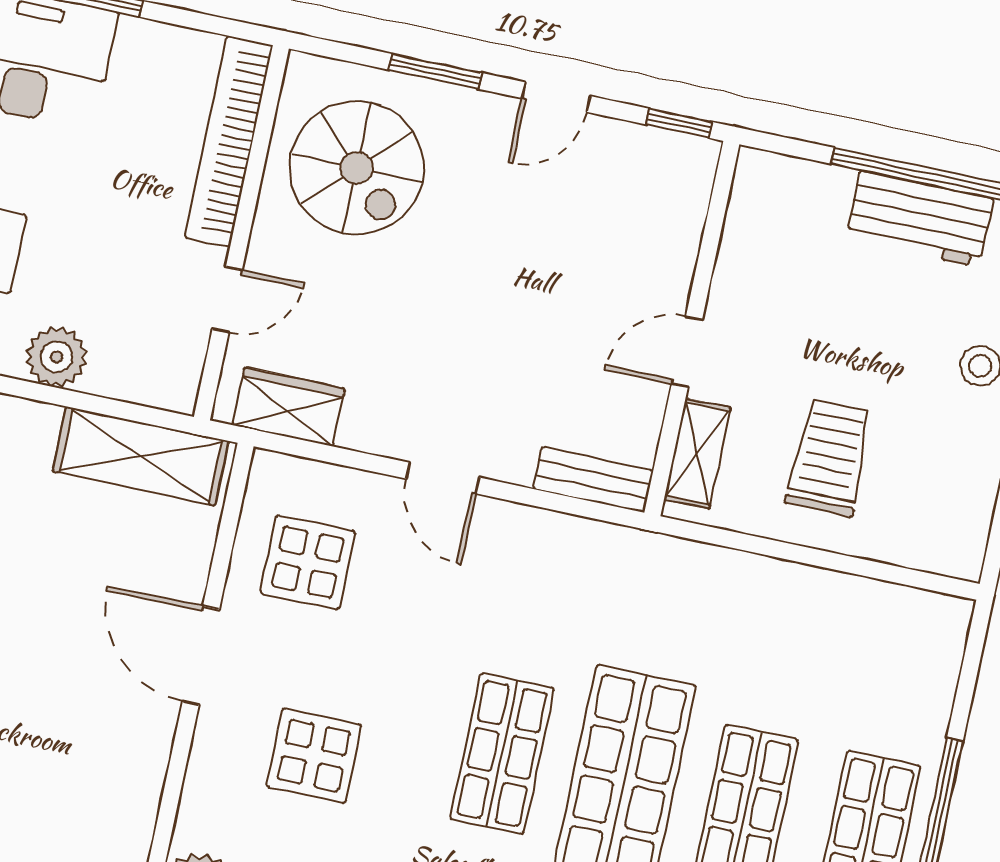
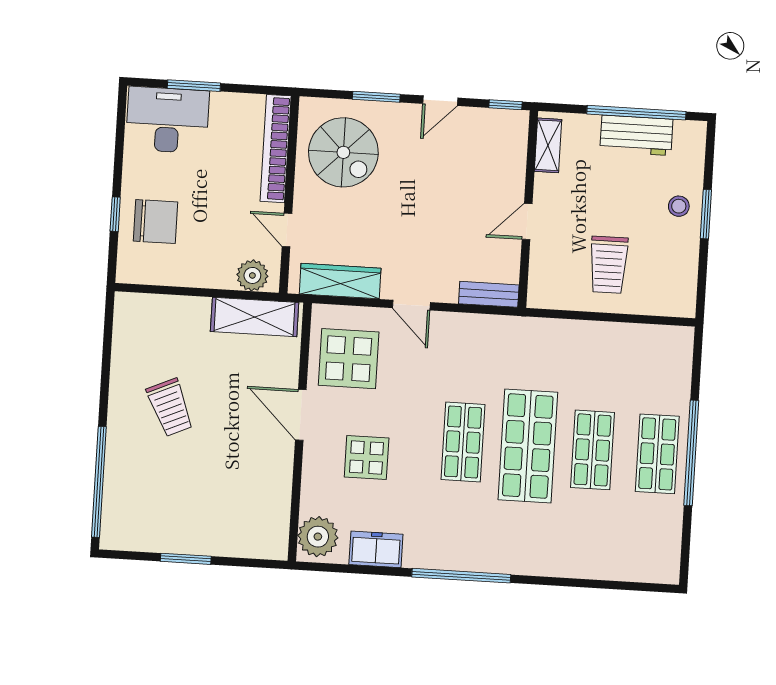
door: (227, 300) -> (287, 230), swing flipped
plant: (57, 357) -> (252, 275), moved
wardrobe: (289, 407) -> (340, 281), width x1.50
shelving: (697, 453) -> (548, 145), moved
trolley: (830, 457) -> (609, 265), turned 180
display table: (308, 562) -> (349, 359), width x1.36, depth x1.36

